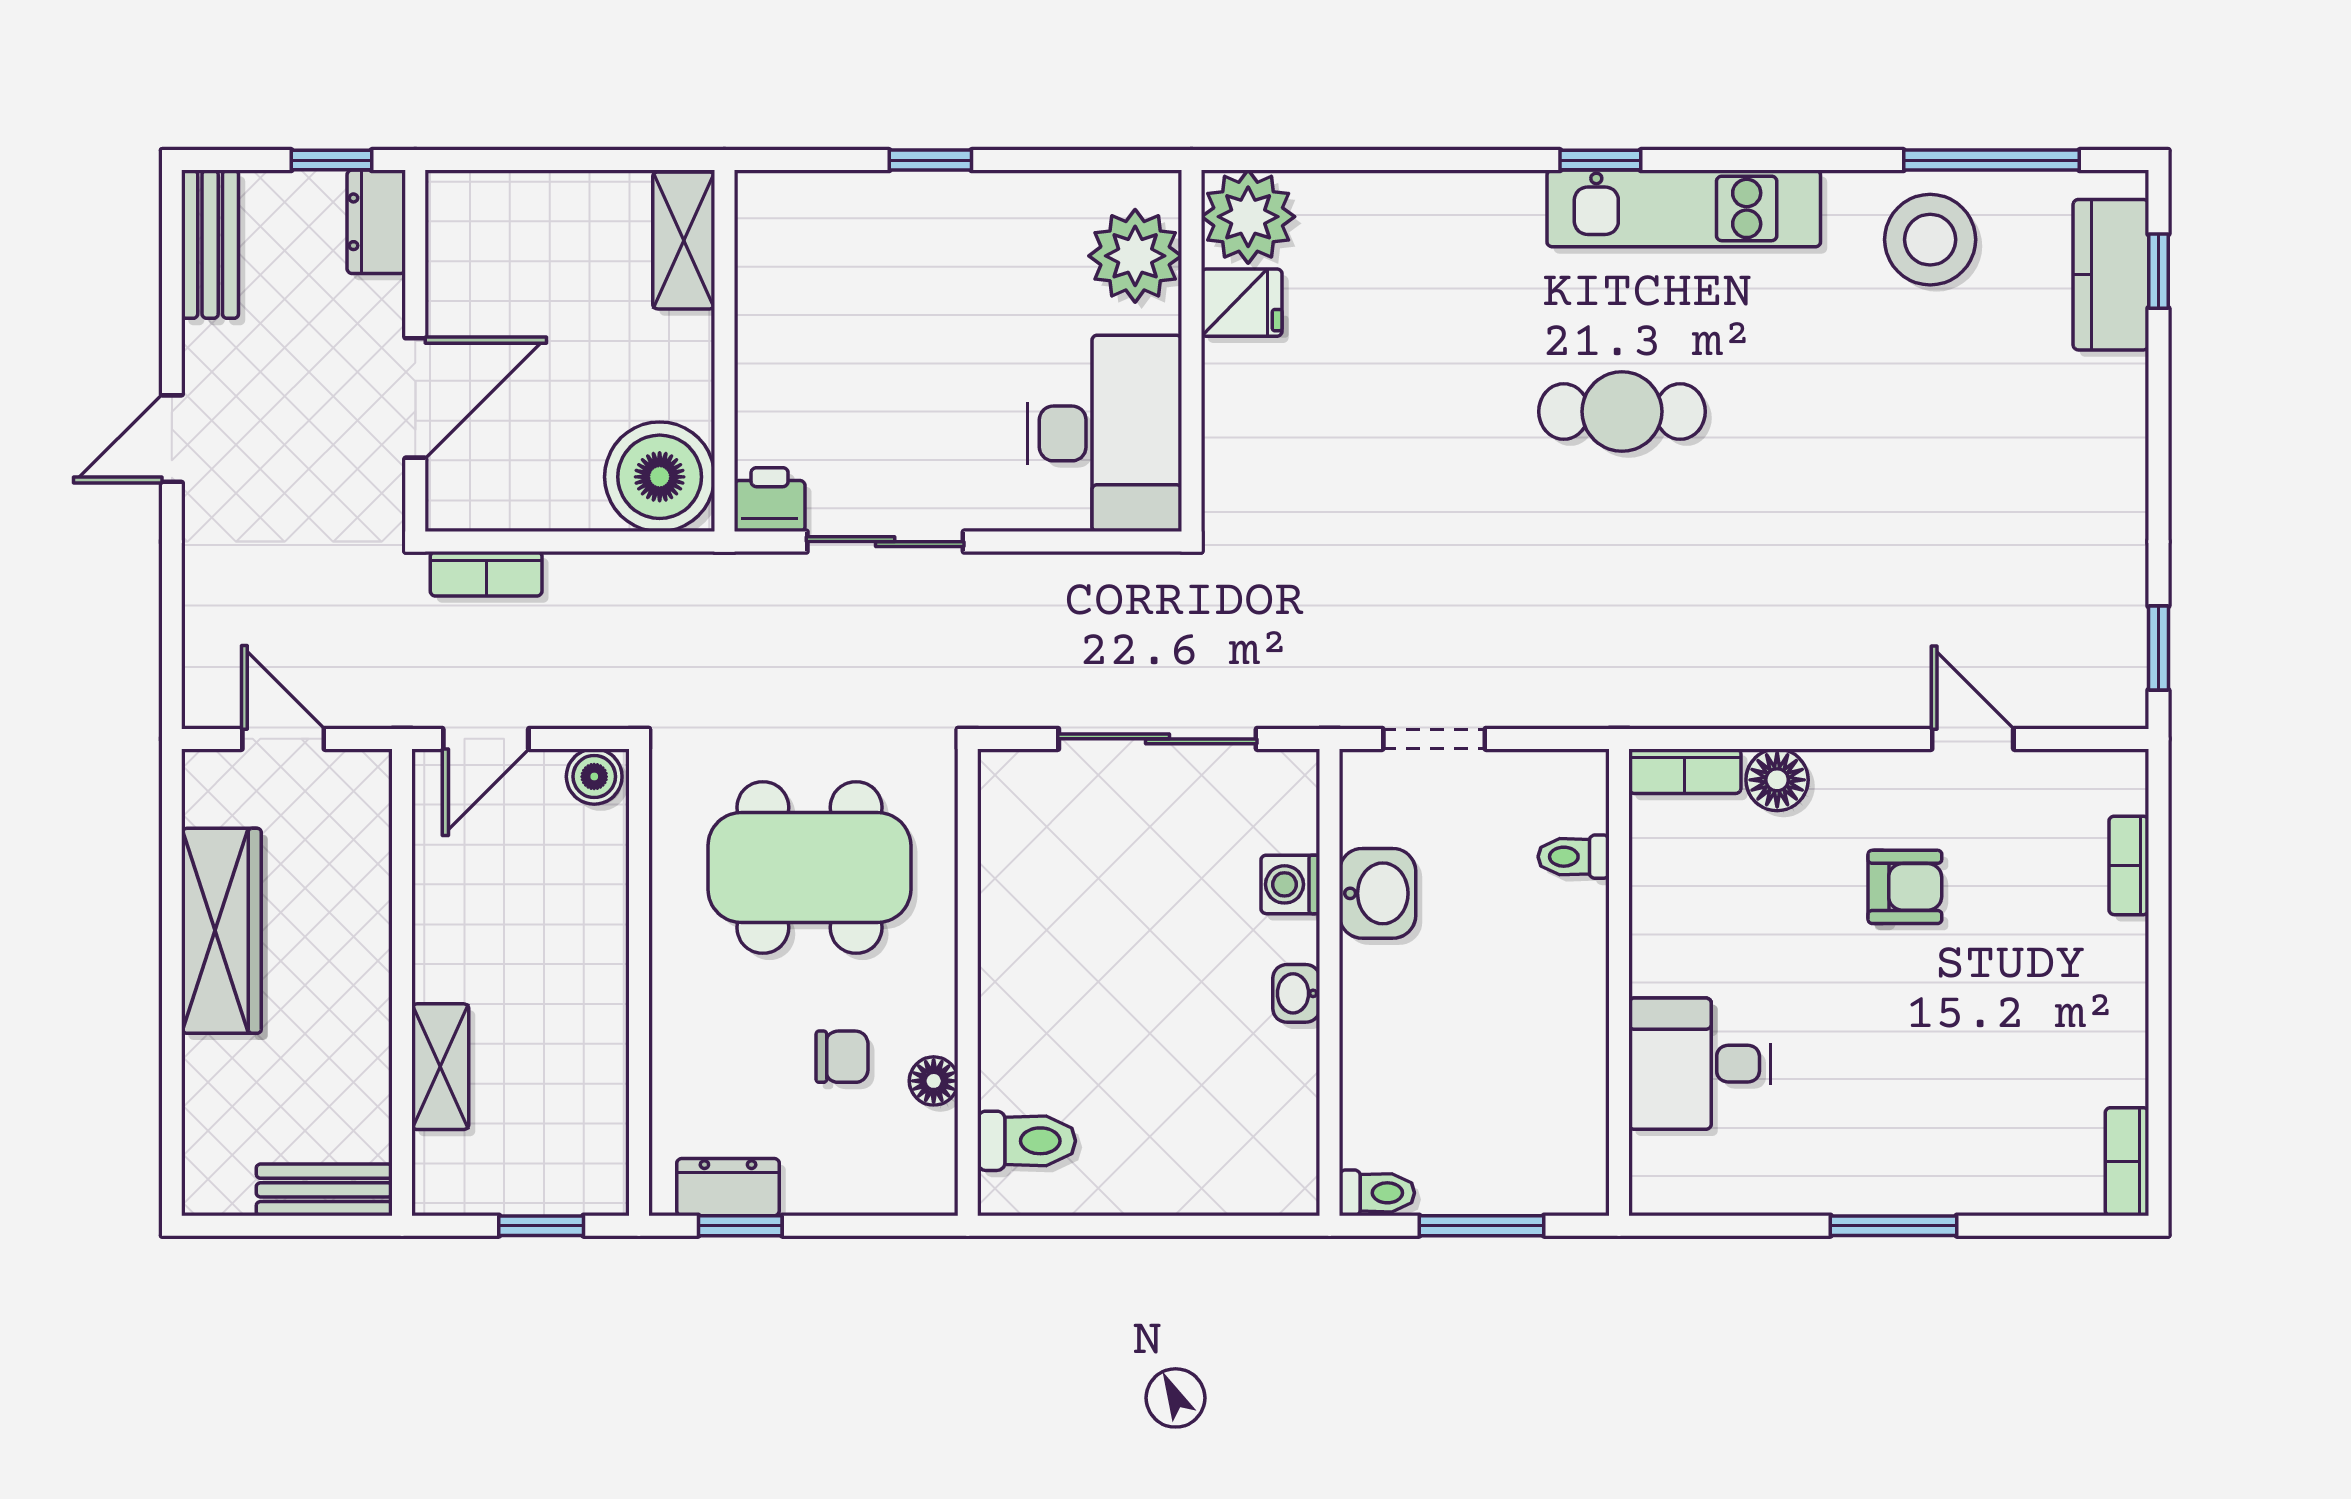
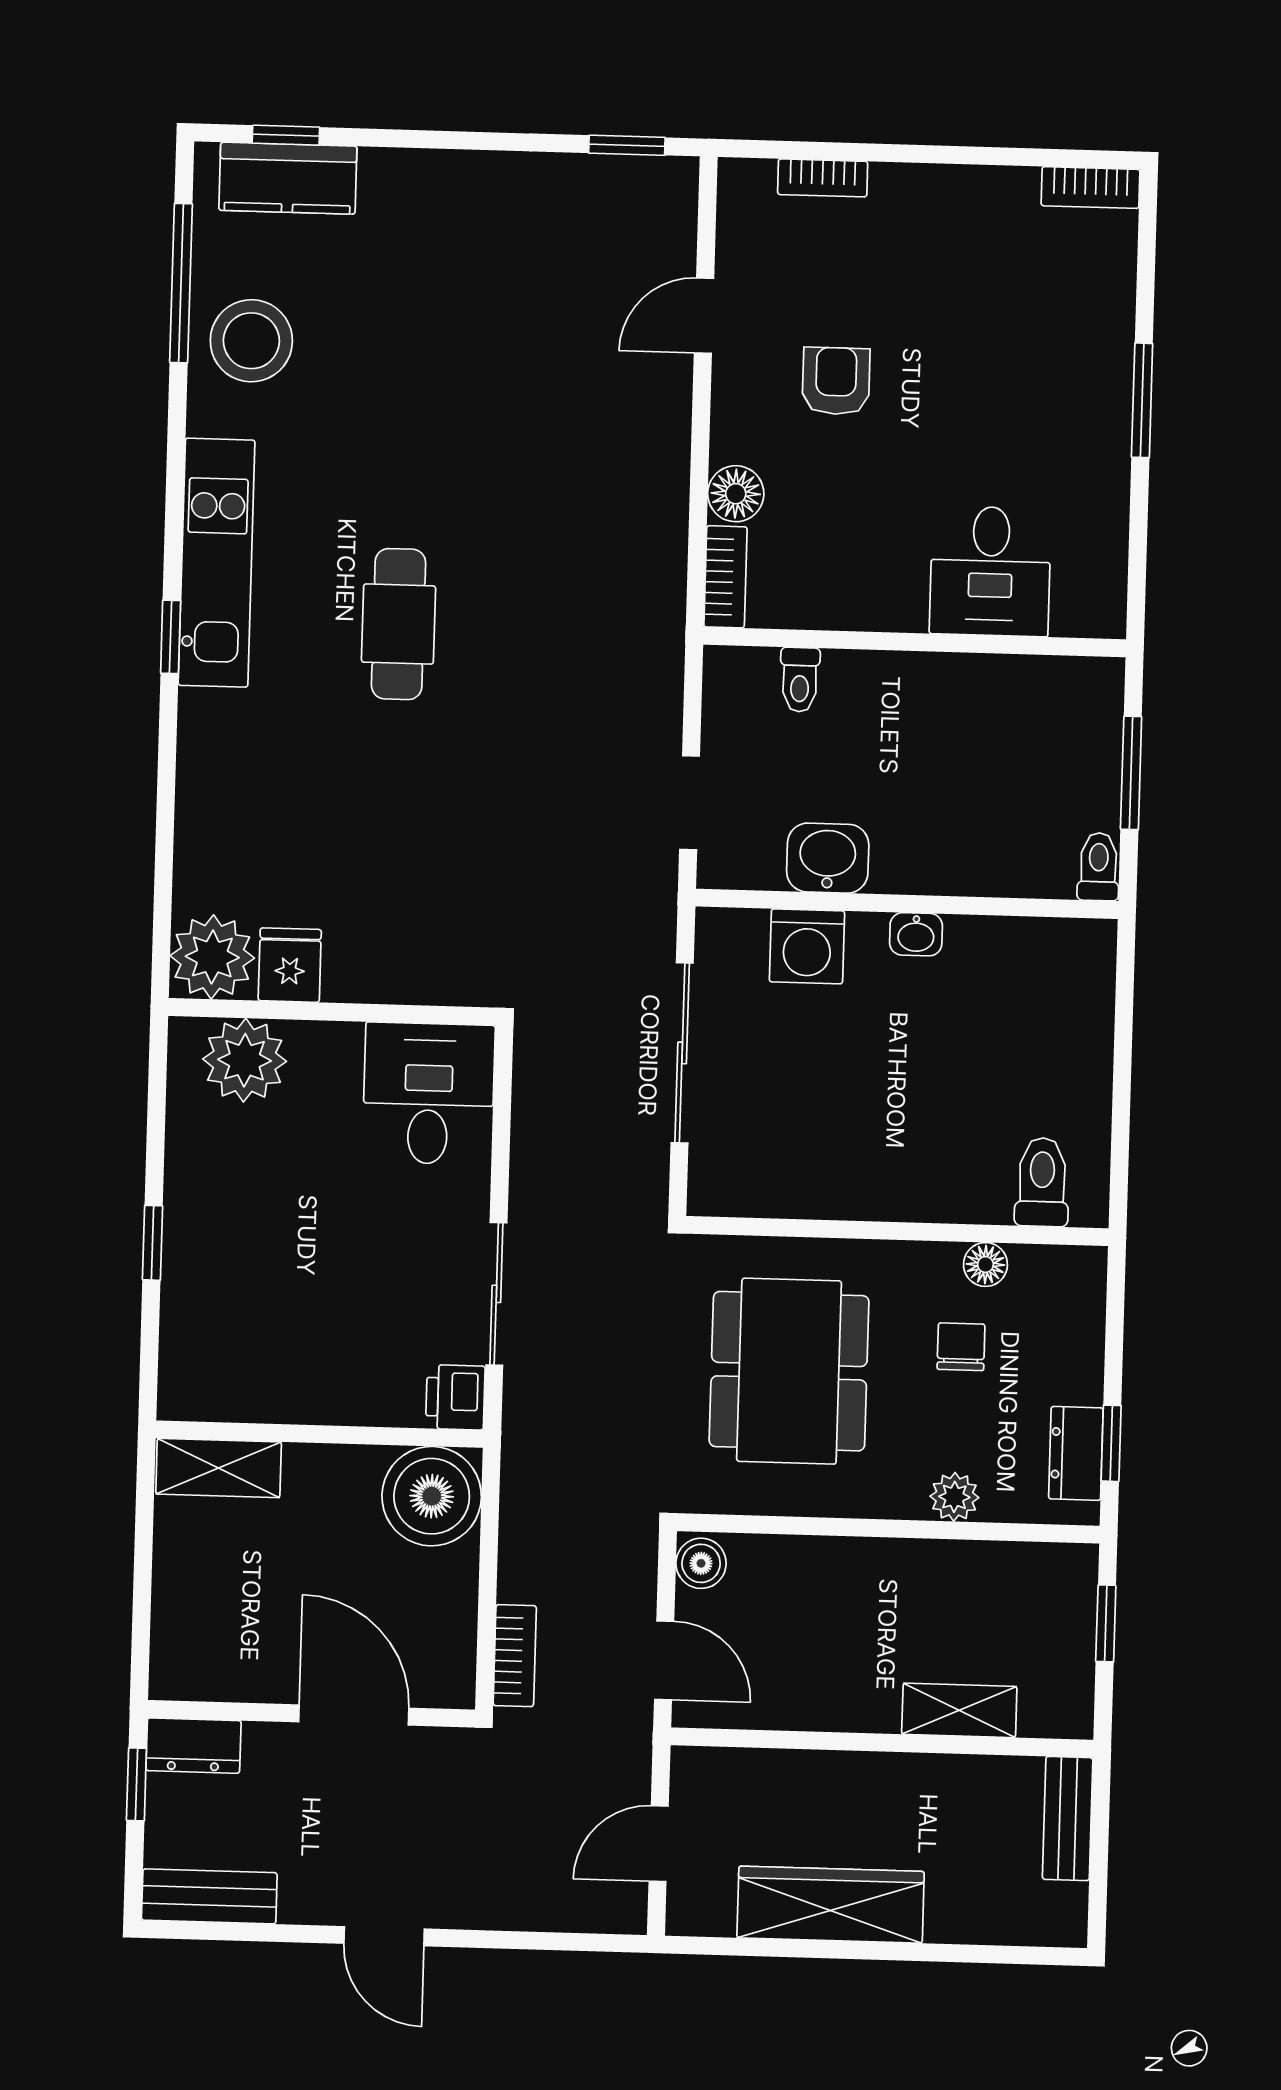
desk: (1104, 433) -> (429, 1093), width x0.73
washing machine: (1290, 884) -> (807, 946), width x1.38, depth x1.38
plant: (676, 1054) -> (954, 1497), added

